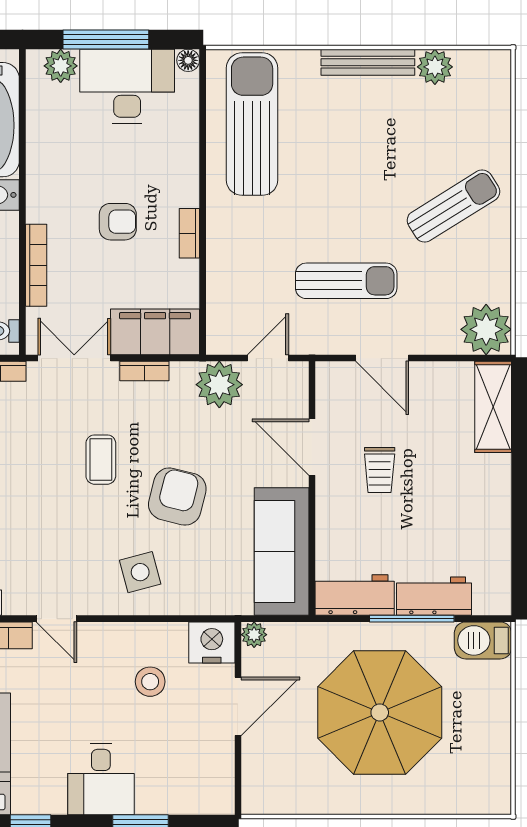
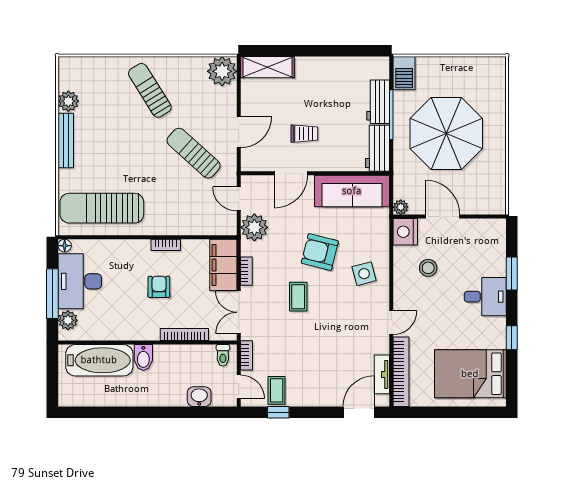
sun lounger: (346, 281) -> (194, 153), turned -48
coffee table: (101, 460) -> (298, 297), turned 90

